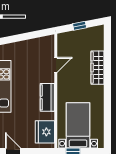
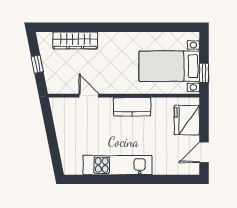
wardrobe: (97, 68) -> (75, 40), moved
fridge: (45, 132) -> (187, 120), moved, turned 90

